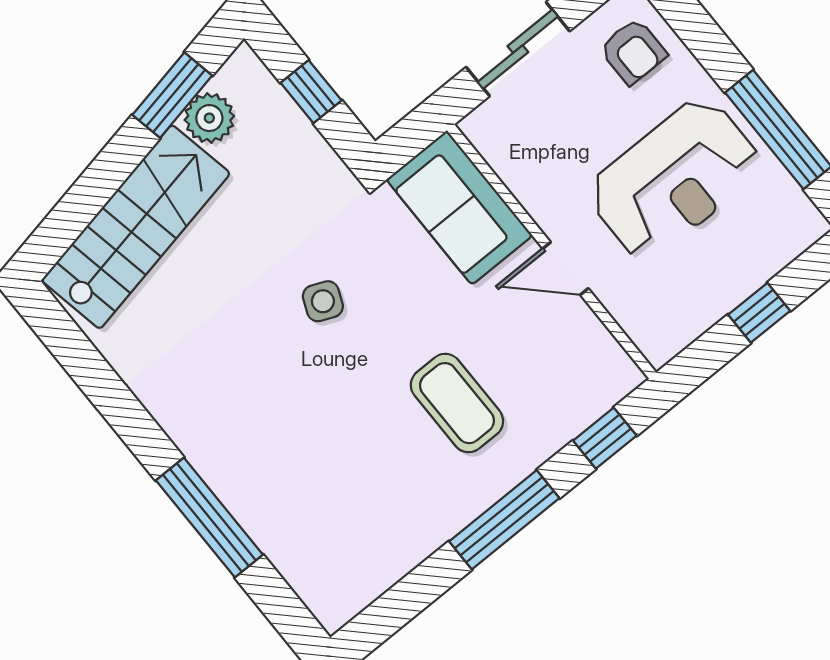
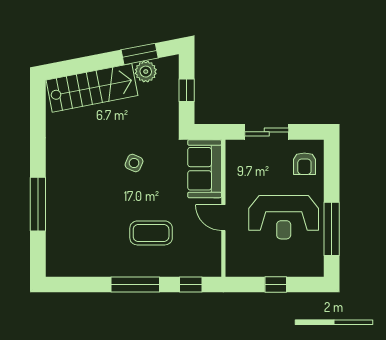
coffee table: (457, 403) -> (151, 233), turned 90

